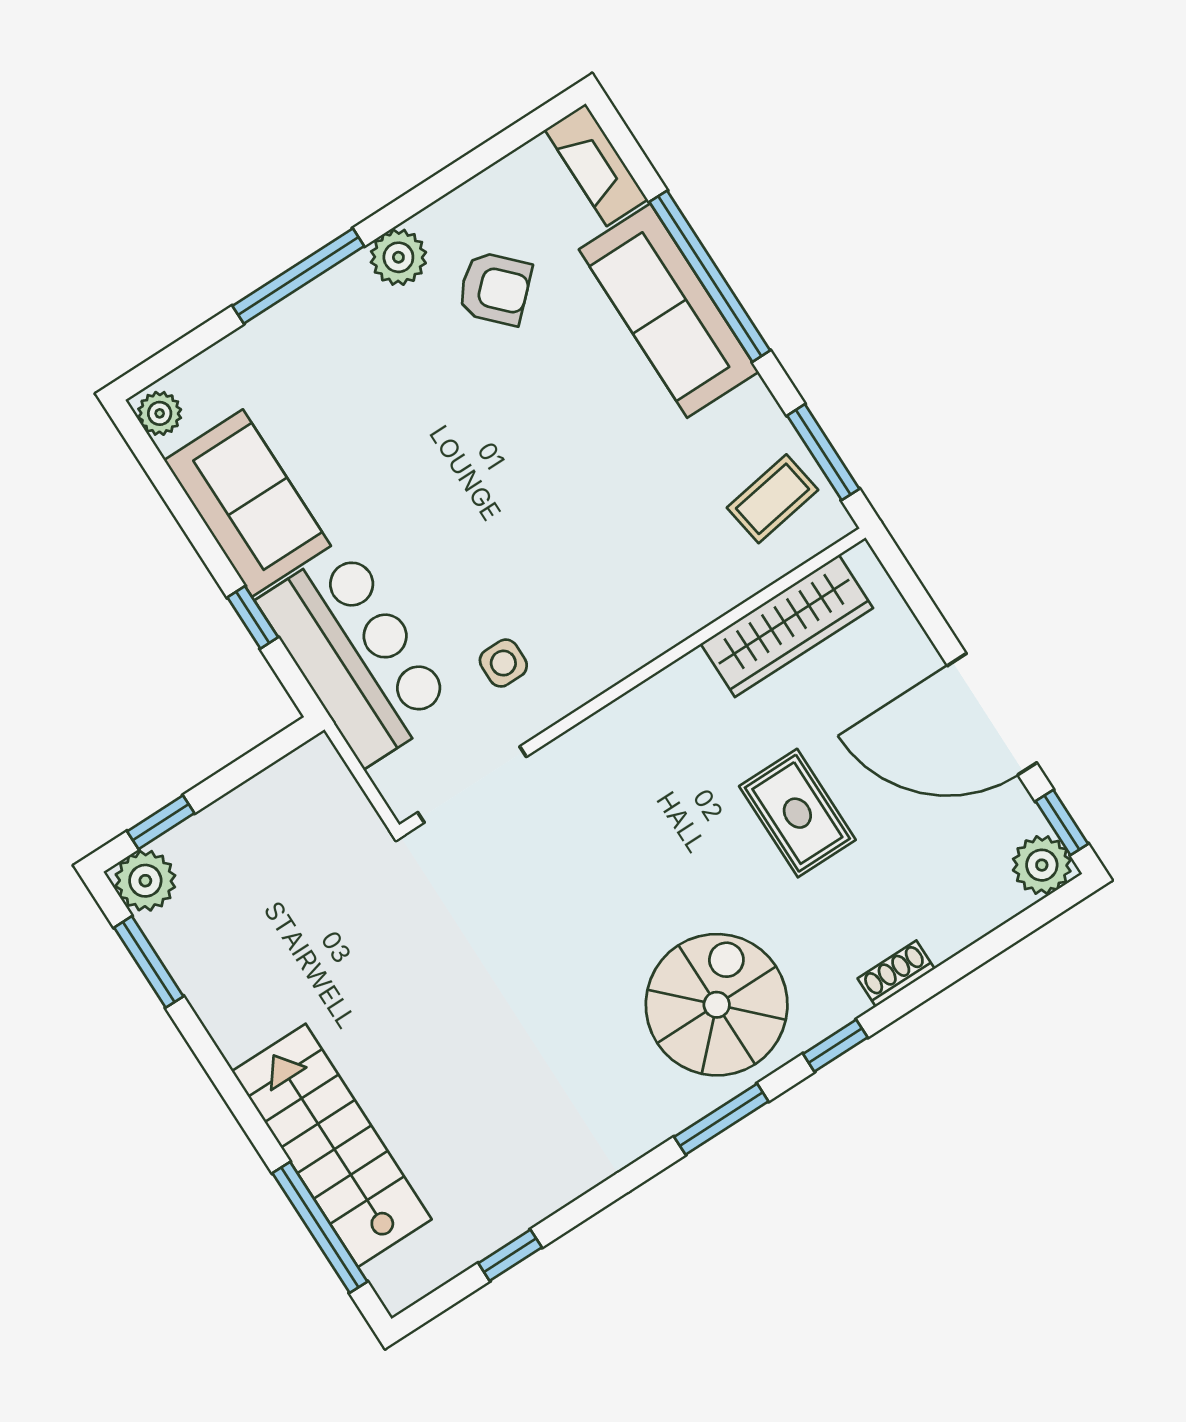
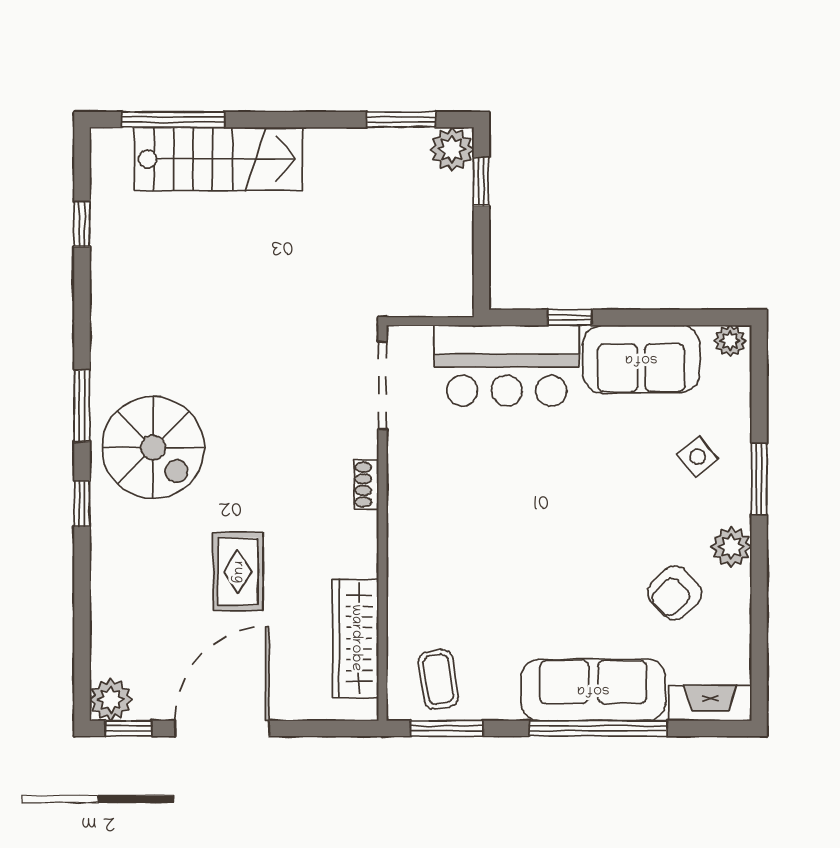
window: (298, 276) -> (759, 479), width x0.69
side table: (503, 663) -> (698, 457), moved, turned -38
rug: (797, 813) -> (238, 572), turned 90
shoe rack: (896, 974) -> (366, 485), moved, turned 180

